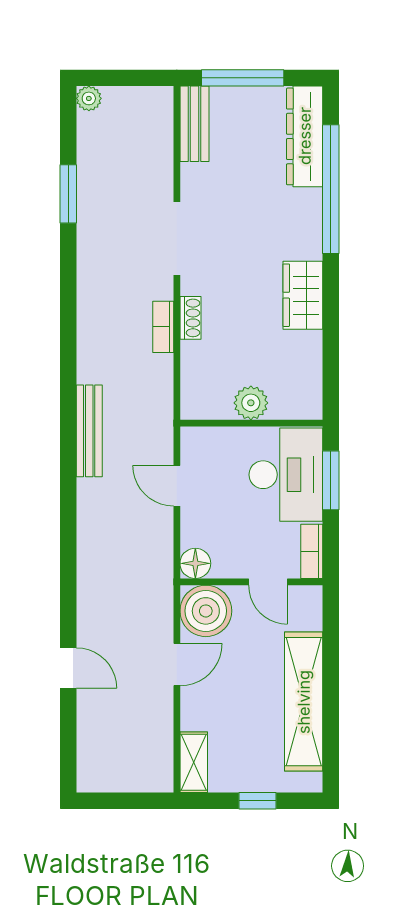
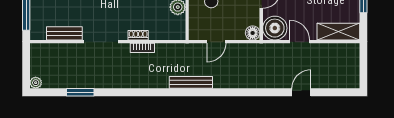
bench: (194, 124) -> (64, 33), moved
shelving: (194, 762) -> (338, 32), width x1.50, depth x1.33

